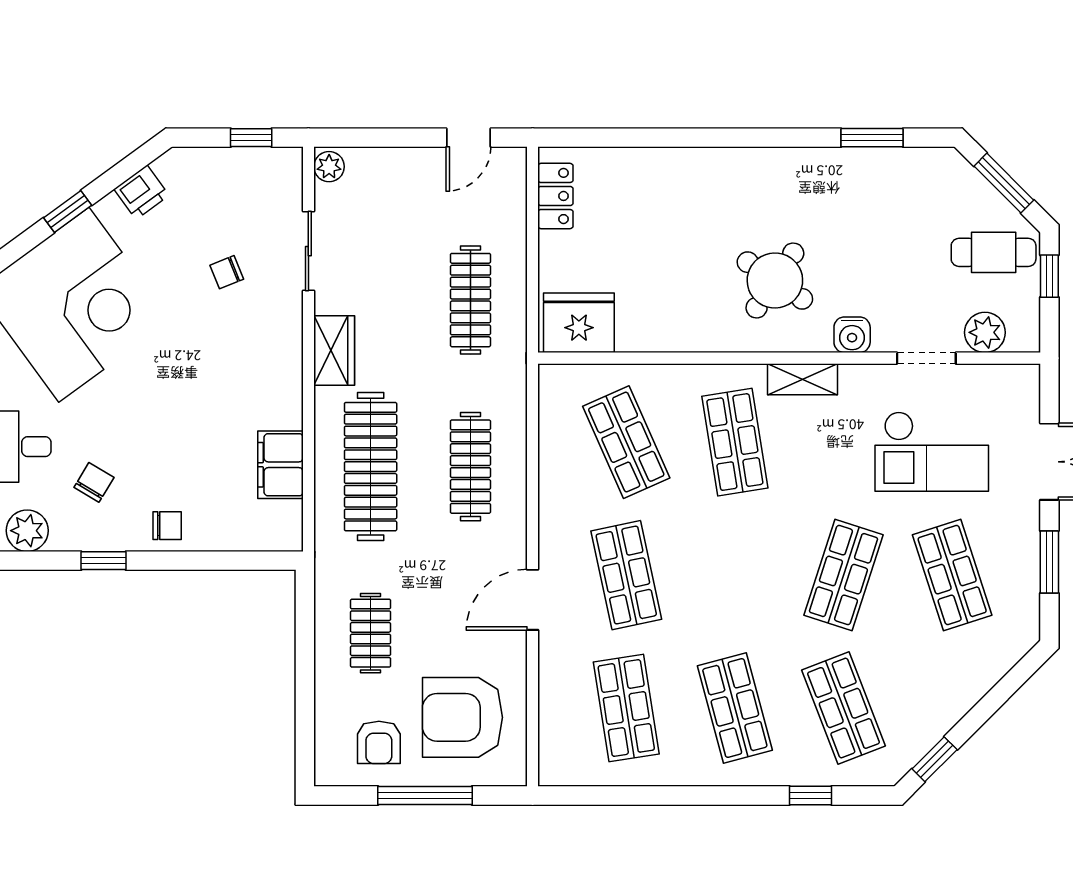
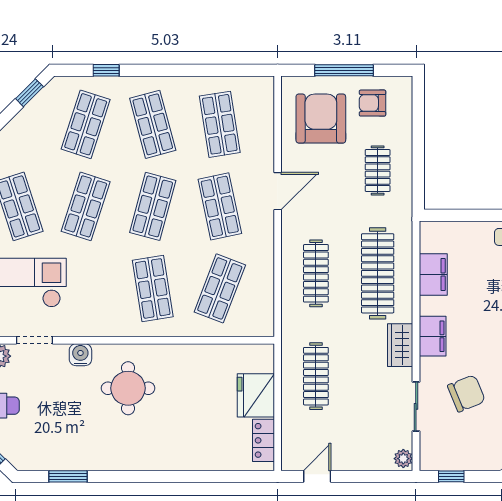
chair: (227, 272) -> (466, 393), width x1.87, depth x1.87
round table: (775, 280) -> (128, 388), turned -34
fridge: (579, 323) -> (256, 395), moved, turned 90
filing cabinet: (281, 365) -> (433, 336), added
shelving: (802, 379) -> (111, 327), removed
shop shelf: (626, 442) -> (220, 288), turned 45
shop shelf: (735, 575) -> (153, 206), added
shop shelf: (843, 708) -> (86, 124), turned 39
armchair: (462, 717) -> (321, 119), turned -90
armchair: (379, 742) -> (372, 103), turned -90

